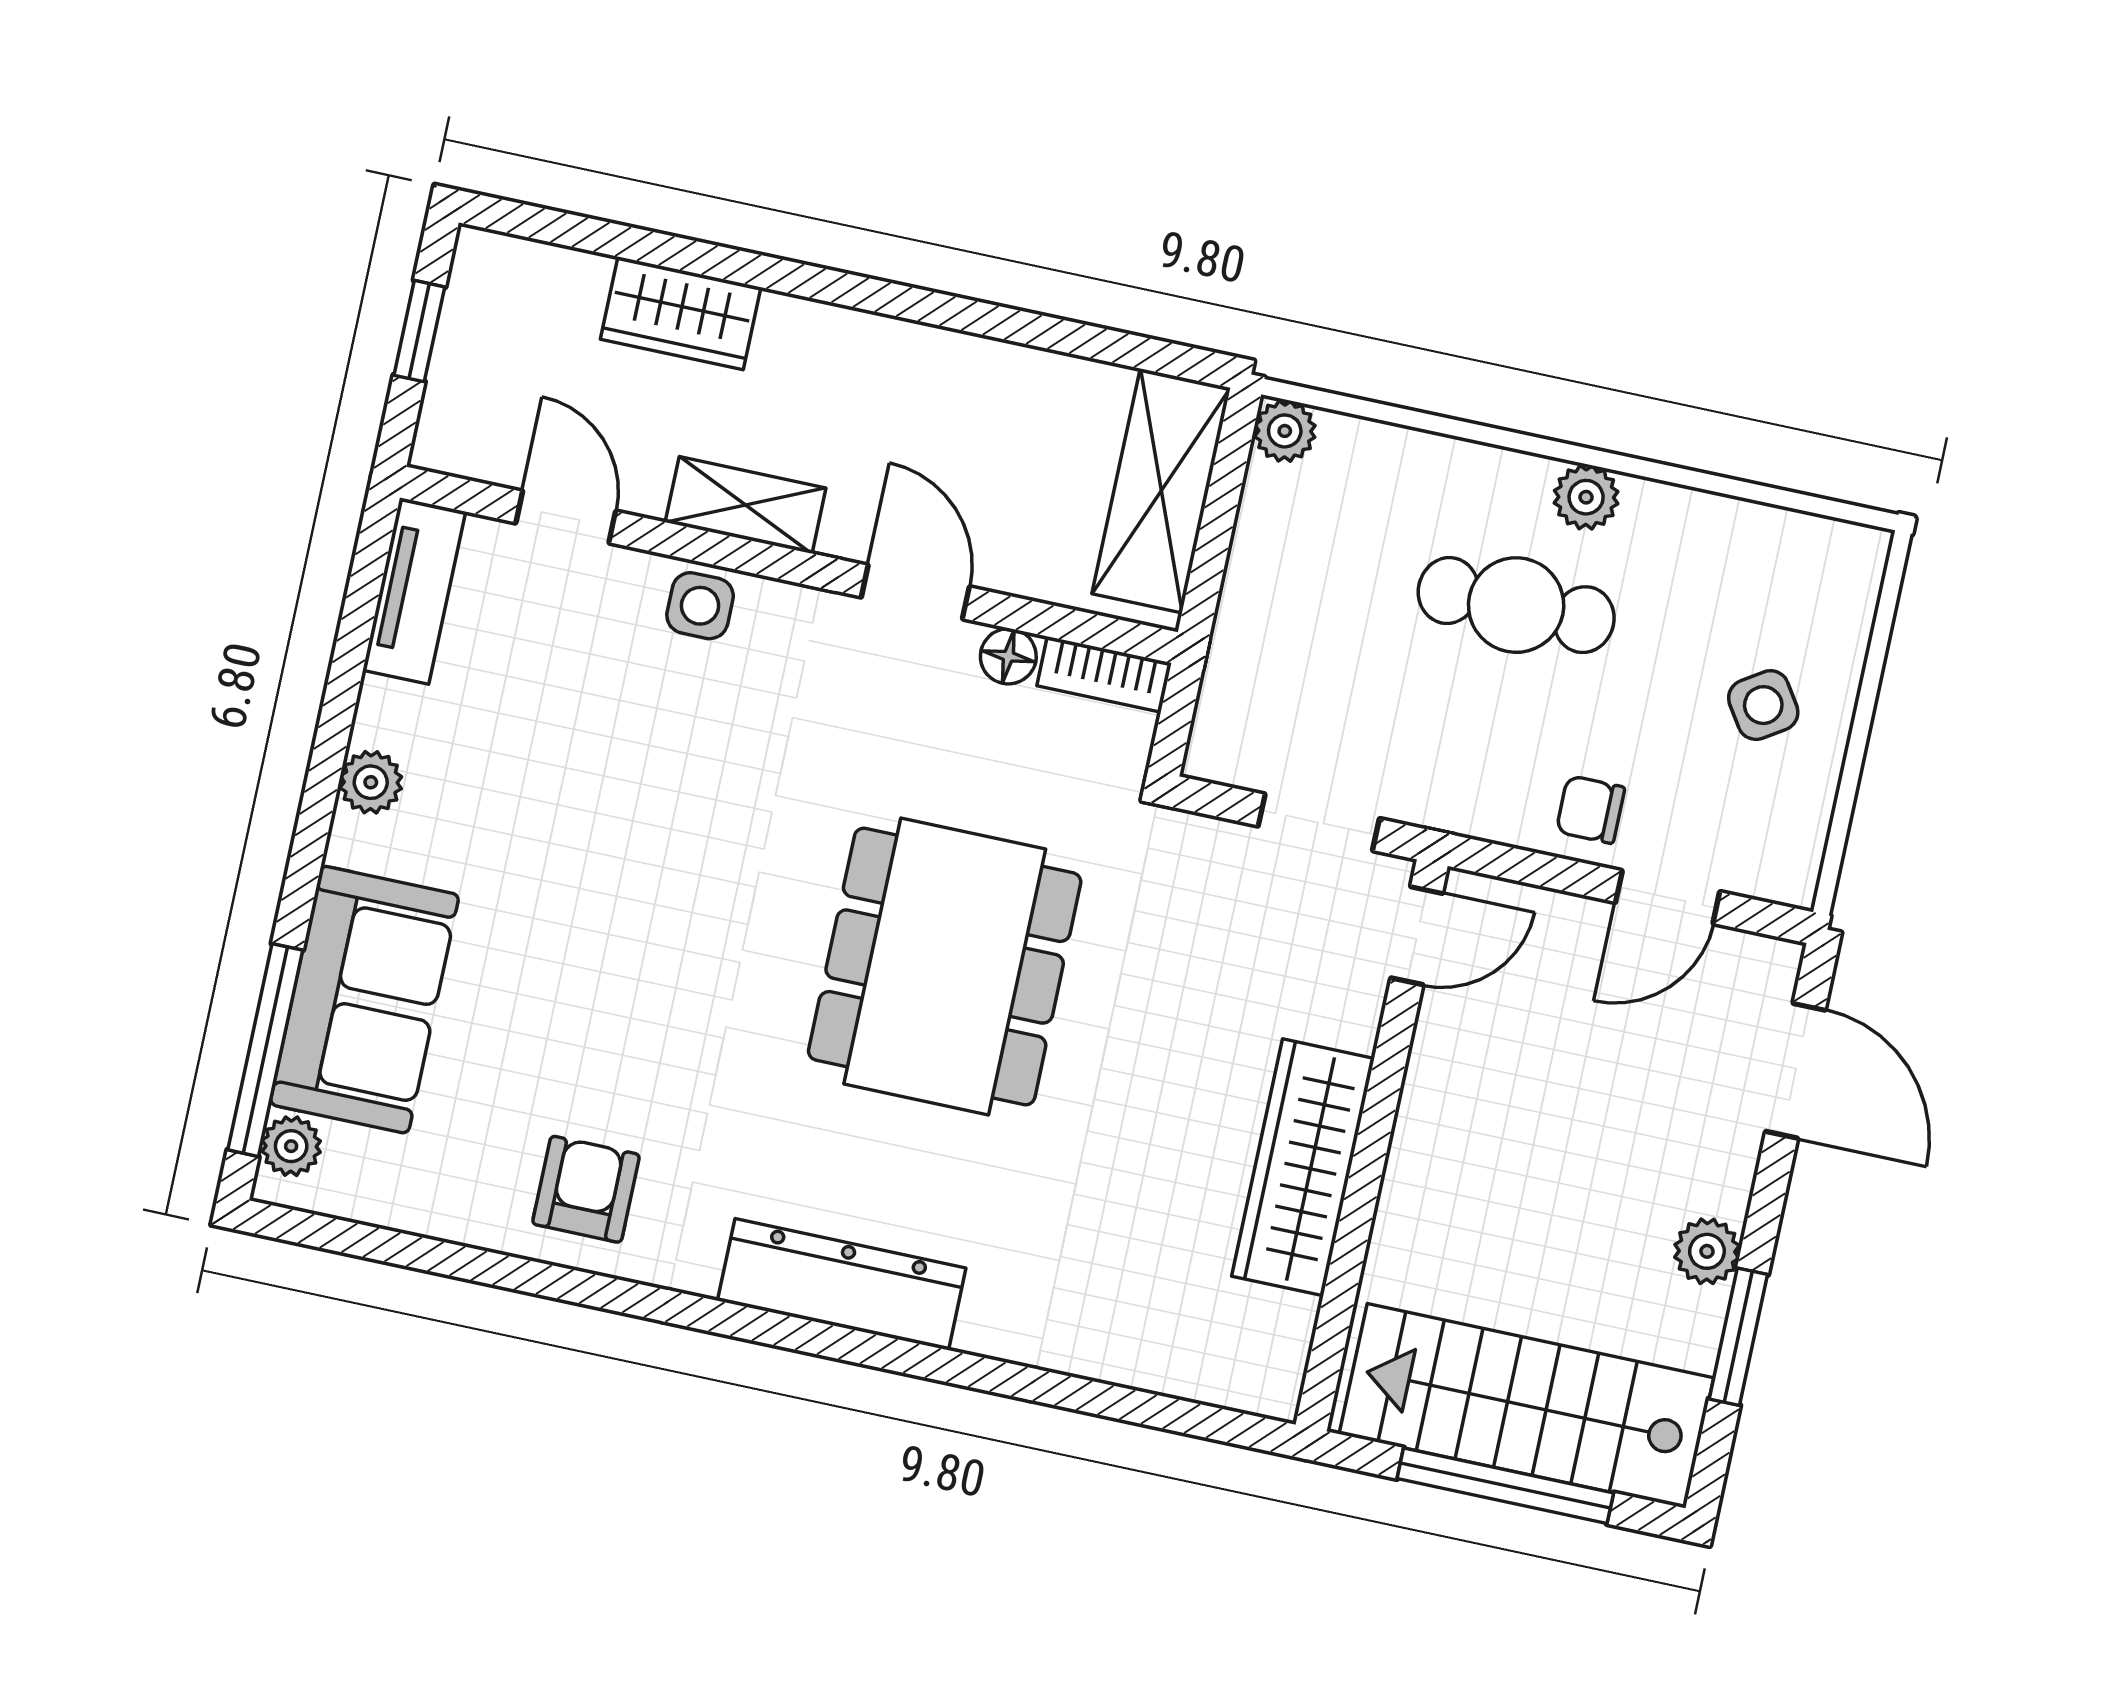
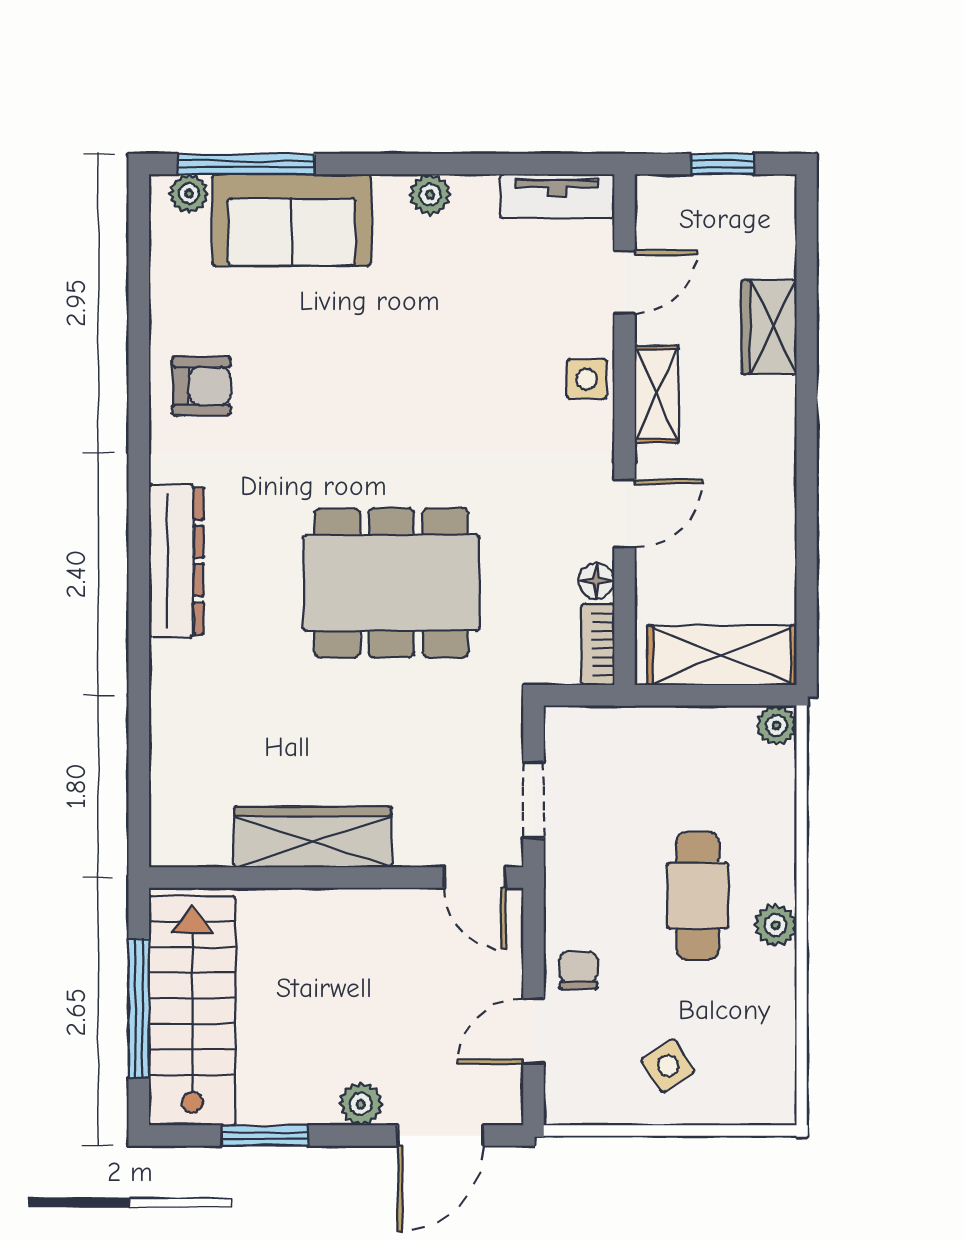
door: (1668, 897) -> (533, 1031), hinge flipped
plant: (1707, 1251) -> (361, 1104), moved

